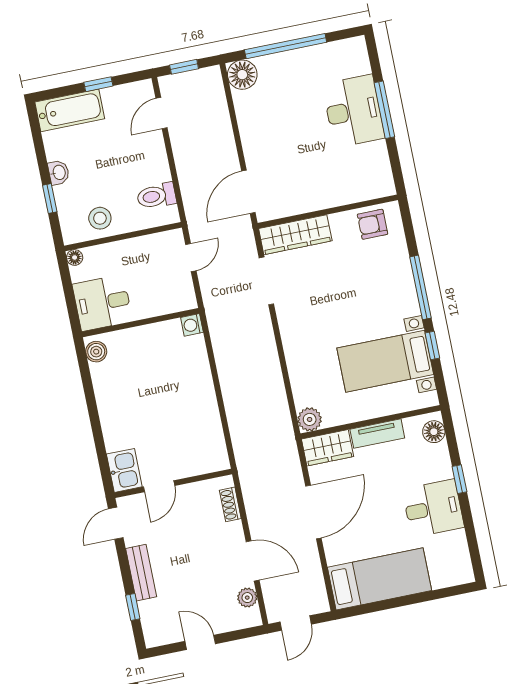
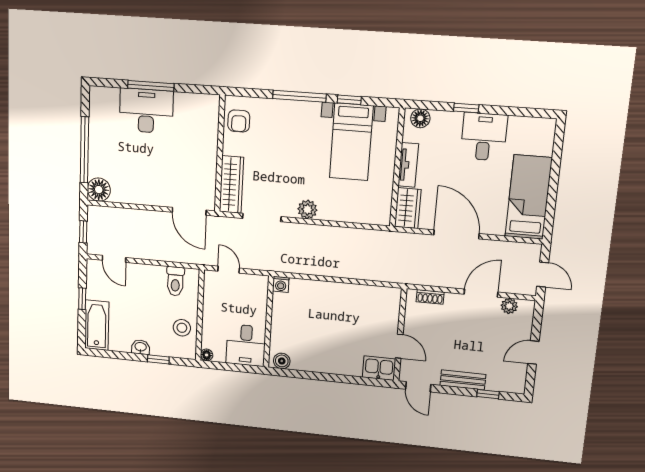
plant: (310, 419) -> (307, 209), moved

